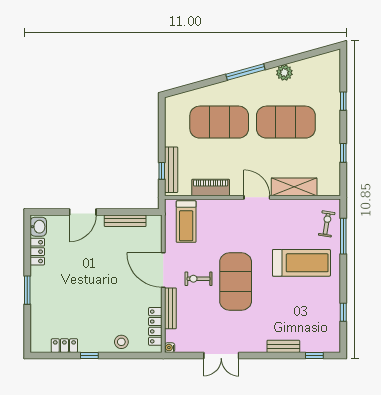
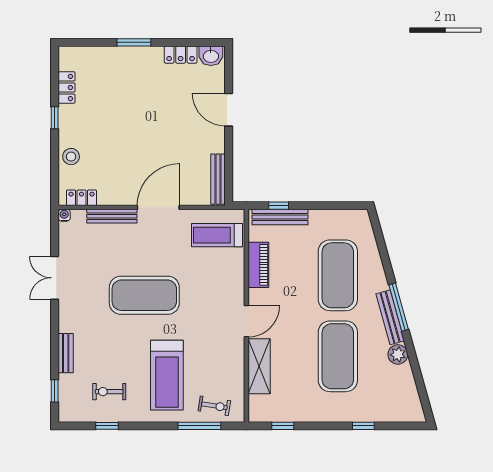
bench: (254, 79) -> (390, 317), added
window: (343, 153) -> (283, 426), moved
bench: (125, 221) -> (218, 179), moved
exercise bike: (199, 279) -> (109, 392), moved, turned -90
locker: (155, 326) -> (81, 198), width x0.66

